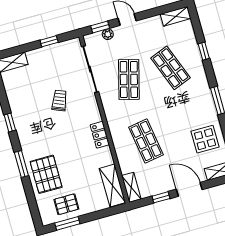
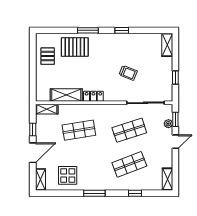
shop shelf: (129, 79) -> (129, 130), turned -33
shelving: (112, 186) -> (66, 95), moved
window: (67, 223) -> (33, 53), removed

